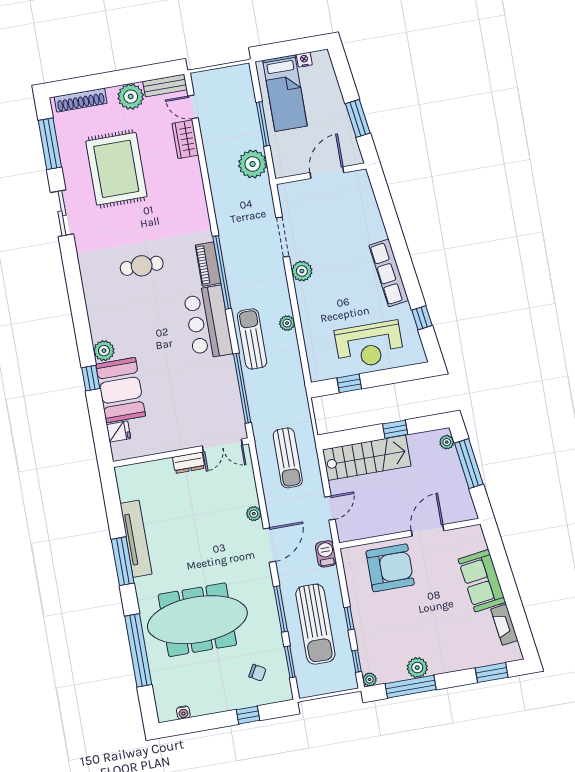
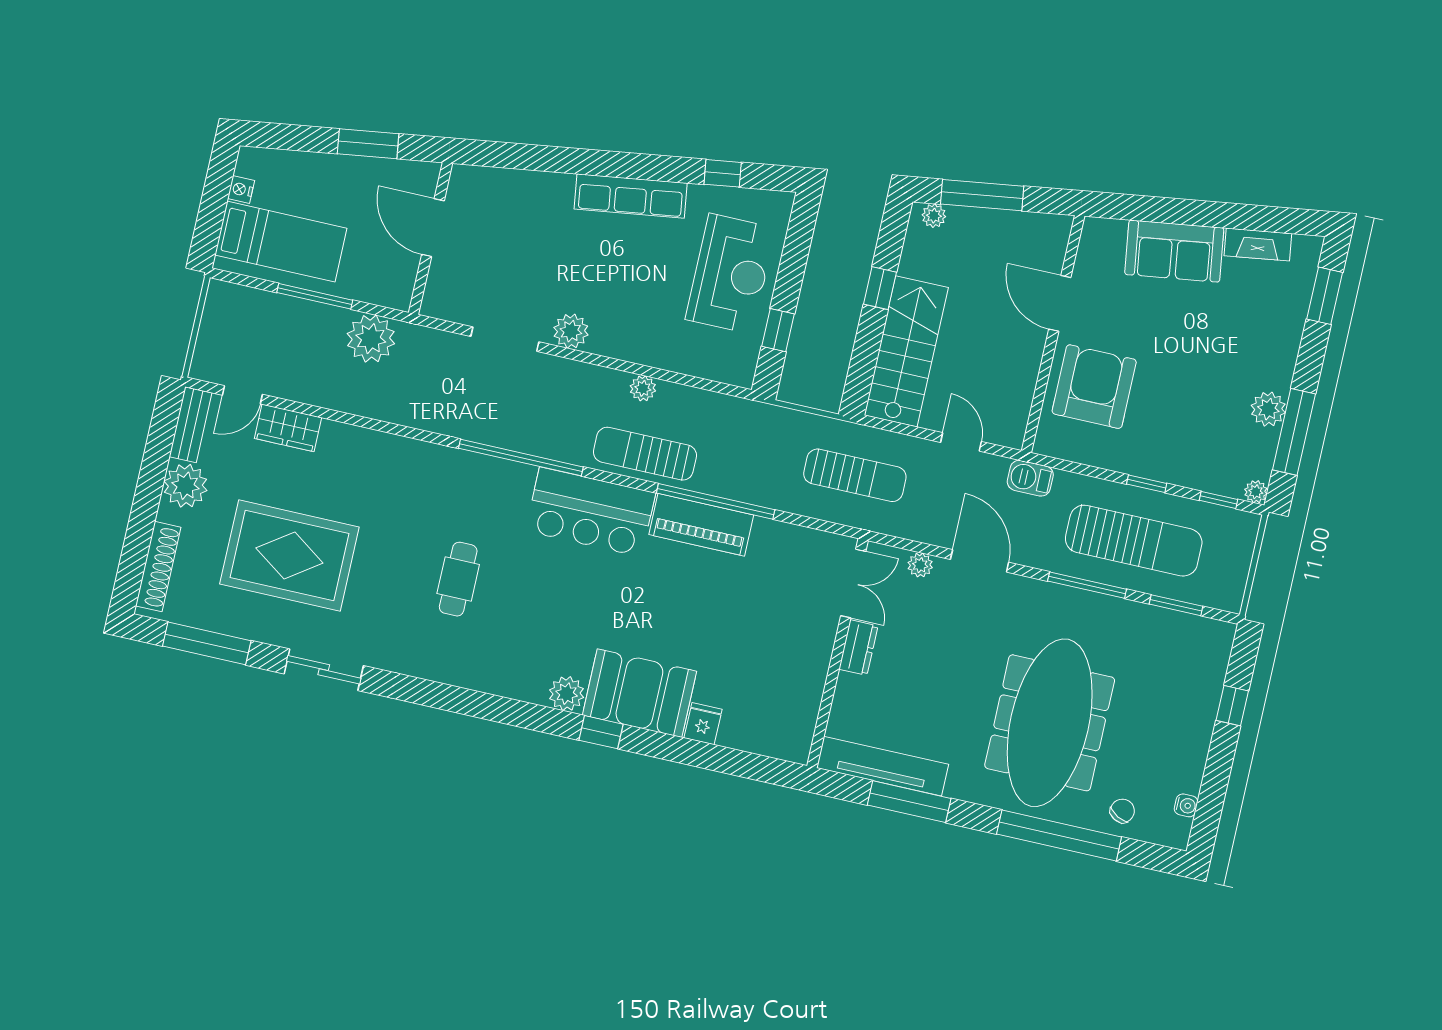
piano: (208, 264) -> (701, 525), moved, width x1.37, depth x1.33
double door: (222, 445) -> (853, 583), moved
wall: (181, 453) -> (838, 653), moved
dresser: (189, 463) -> (858, 648), moved
chair: (257, 673) -> (1122, 811), moved

